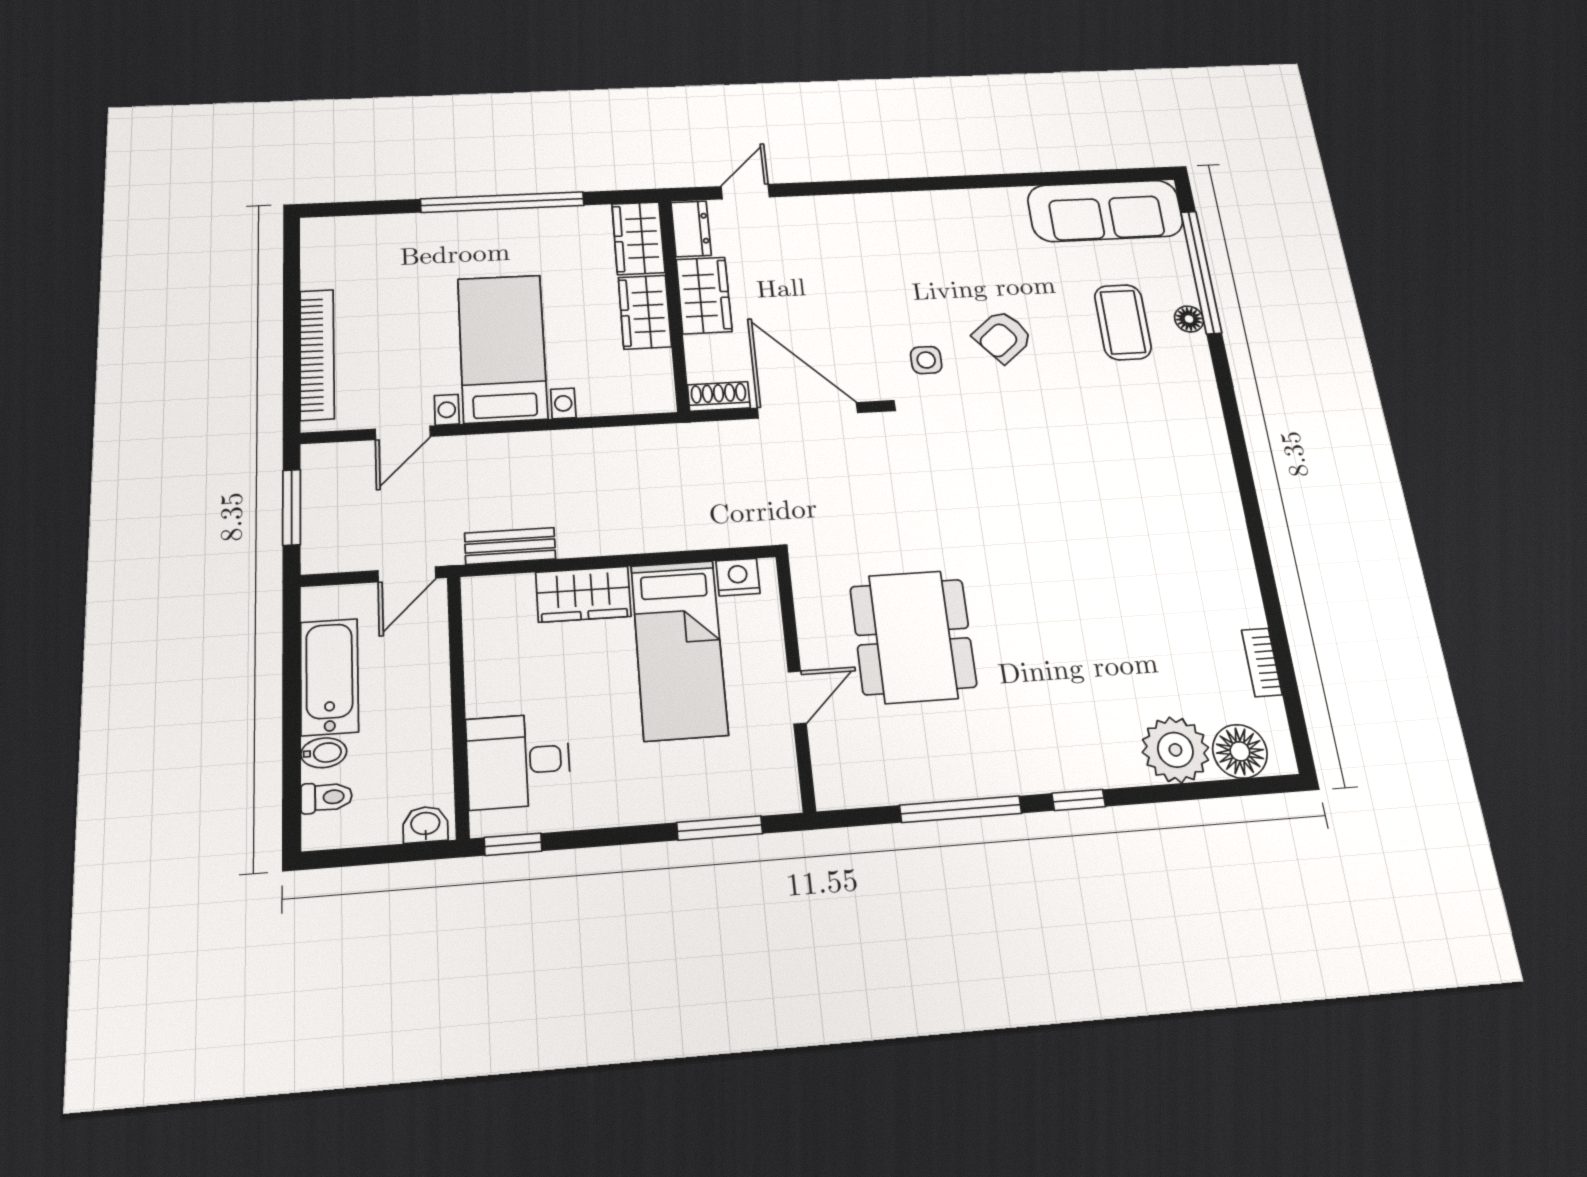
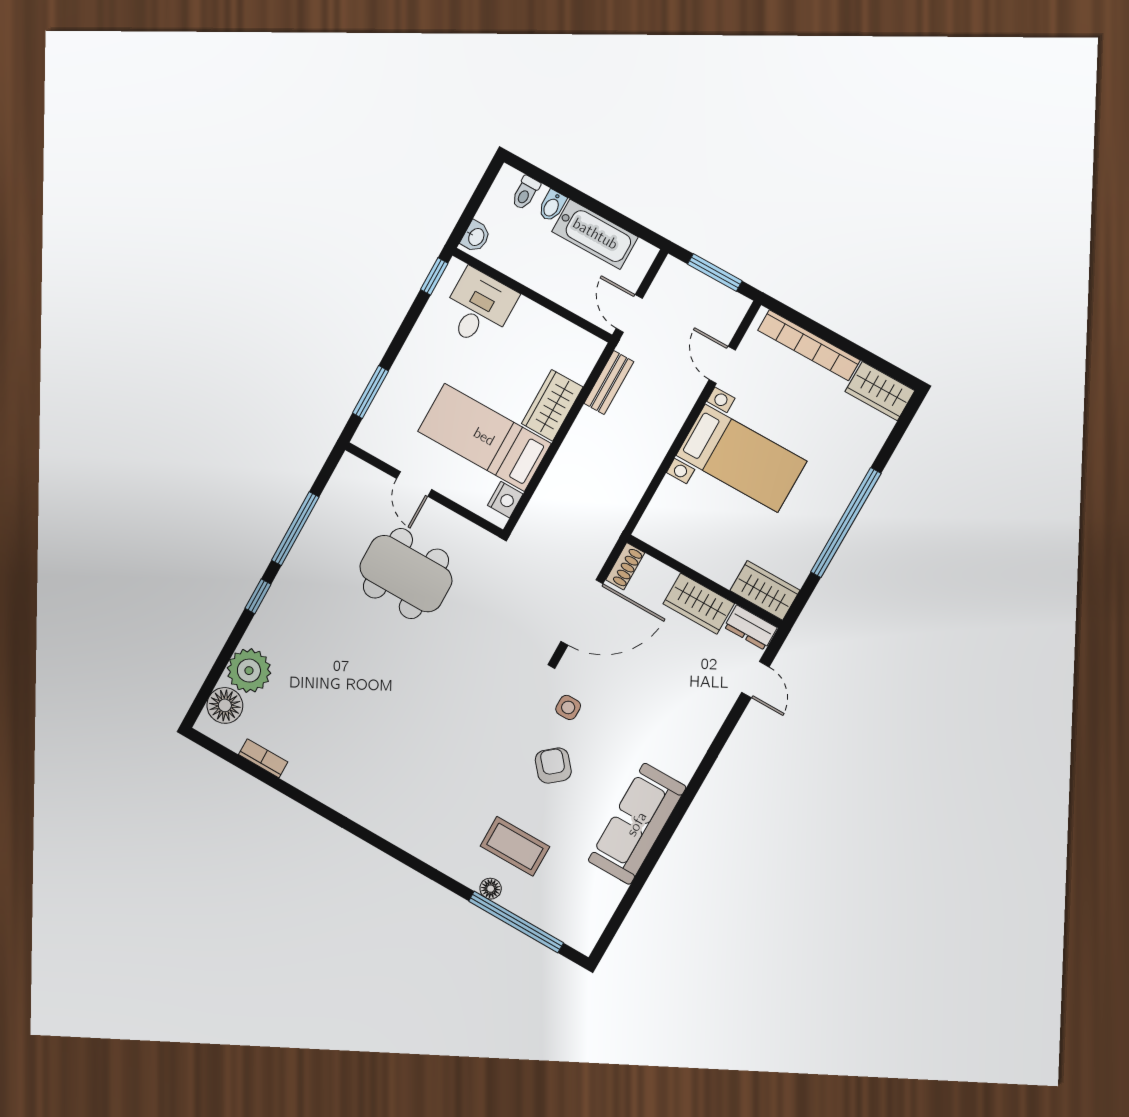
sofa: (1105, 211) -> (637, 824), moved
wardrobe: (645, 312) -> (880, 391), moved, turned 180

